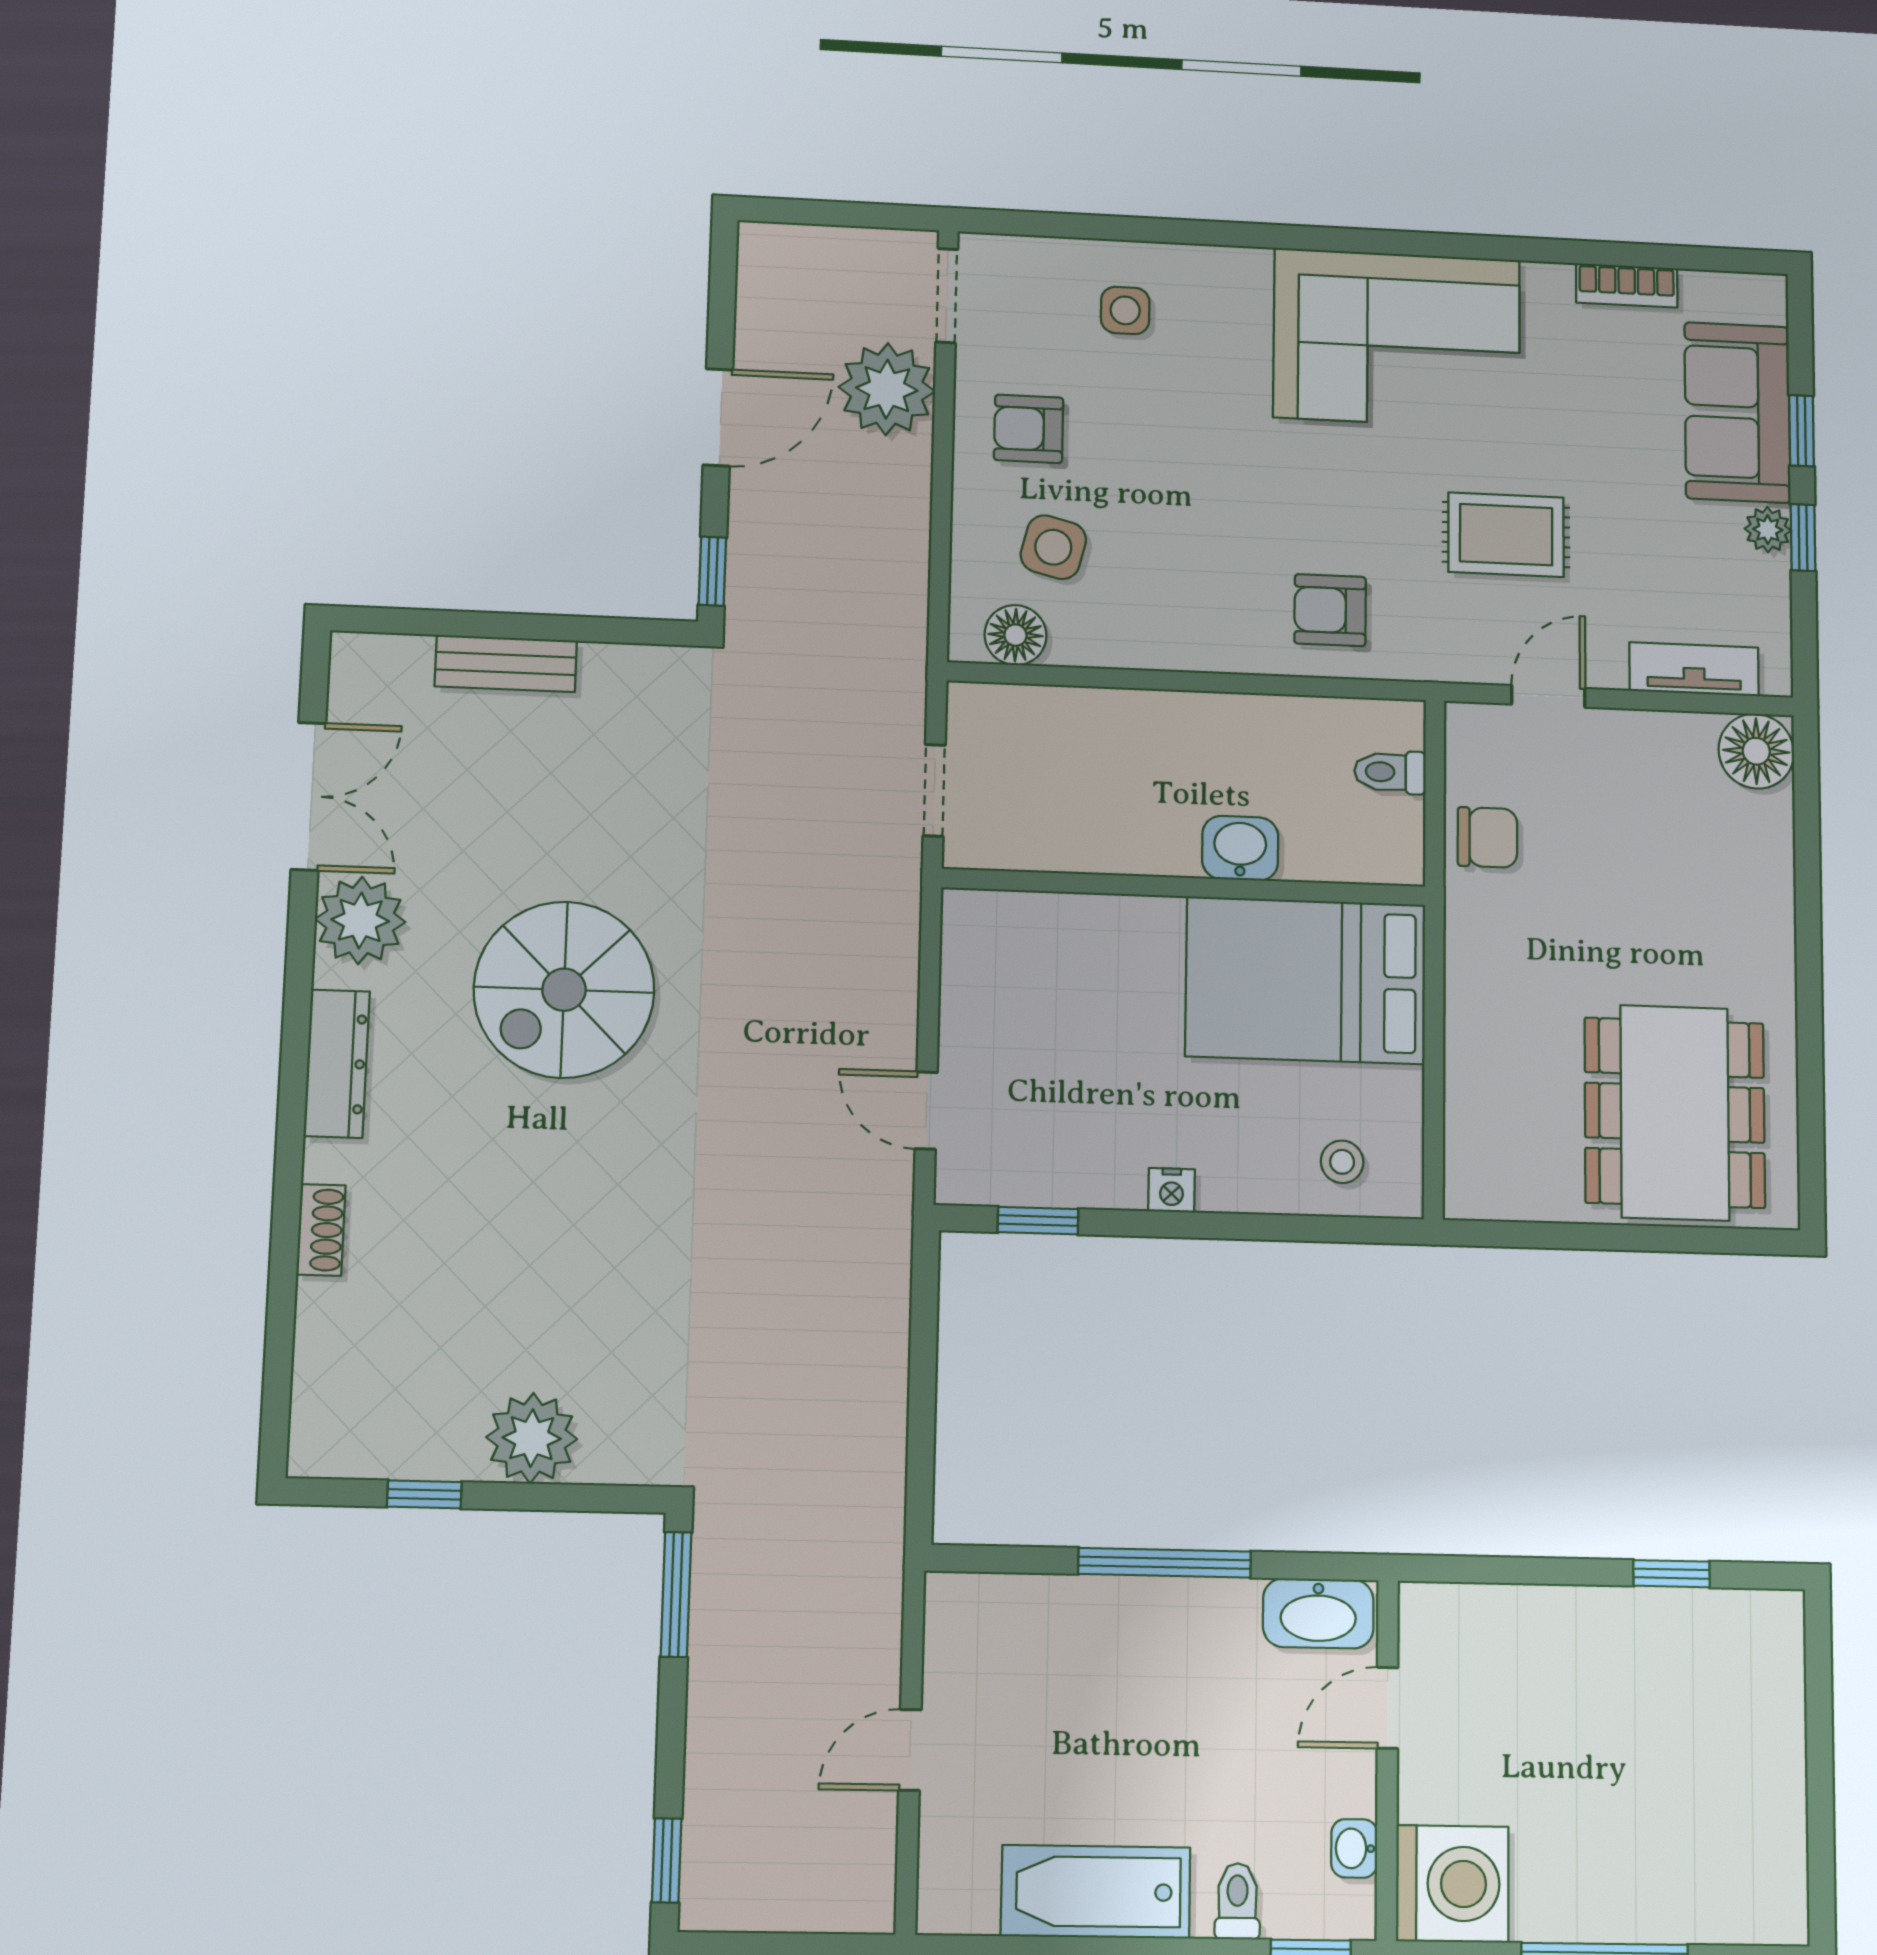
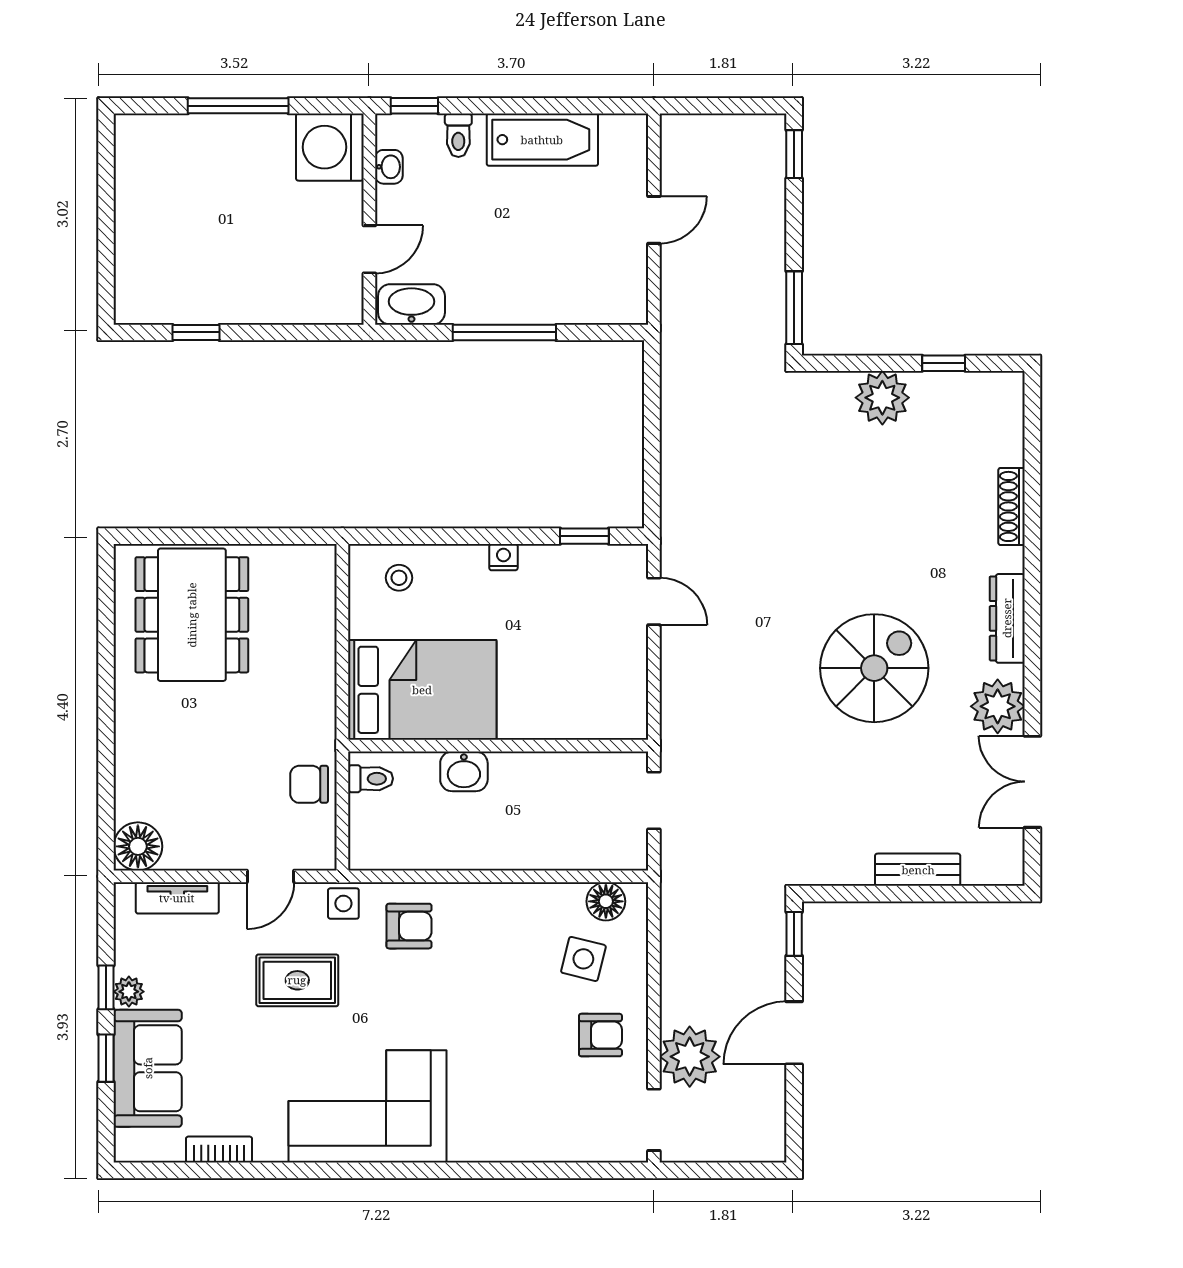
side table: (1125, 310) -> (343, 903), moved
toilet: (1390, 772) -> (371, 779), moved
shoe rack: (321, 1230) -> (1012, 506), width x1.43

